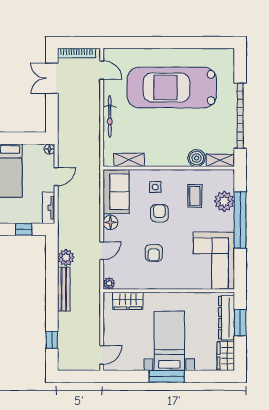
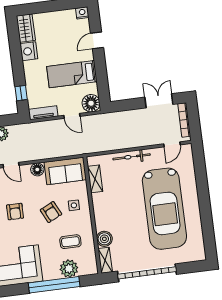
car: (172, 87) -> (164, 209), turned 180
floor lamp: (49, 149) -> (91, 103), width x1.89, depth x1.89
armchair: (159, 213) -> (51, 212), turned 64
armchair: (154, 253) -> (15, 212), turned -90

